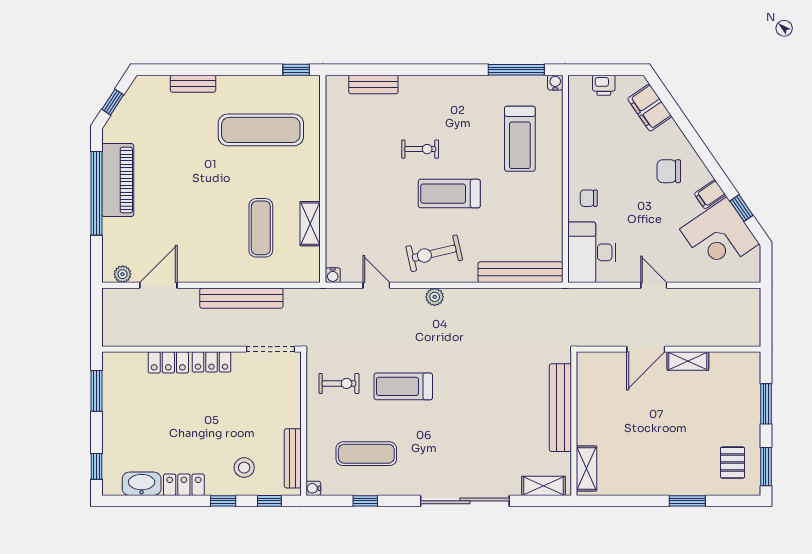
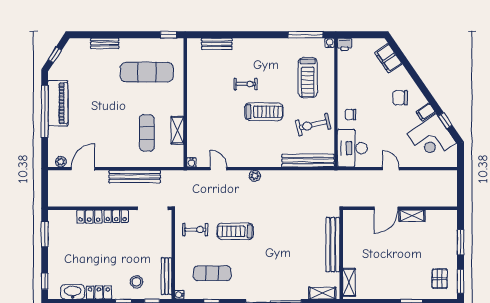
printer: (604, 85) -> (344, 44), moved
treadmill: (449, 194) -> (264, 112), turned 180
exercise bike: (434, 253) -> (313, 125), moved

